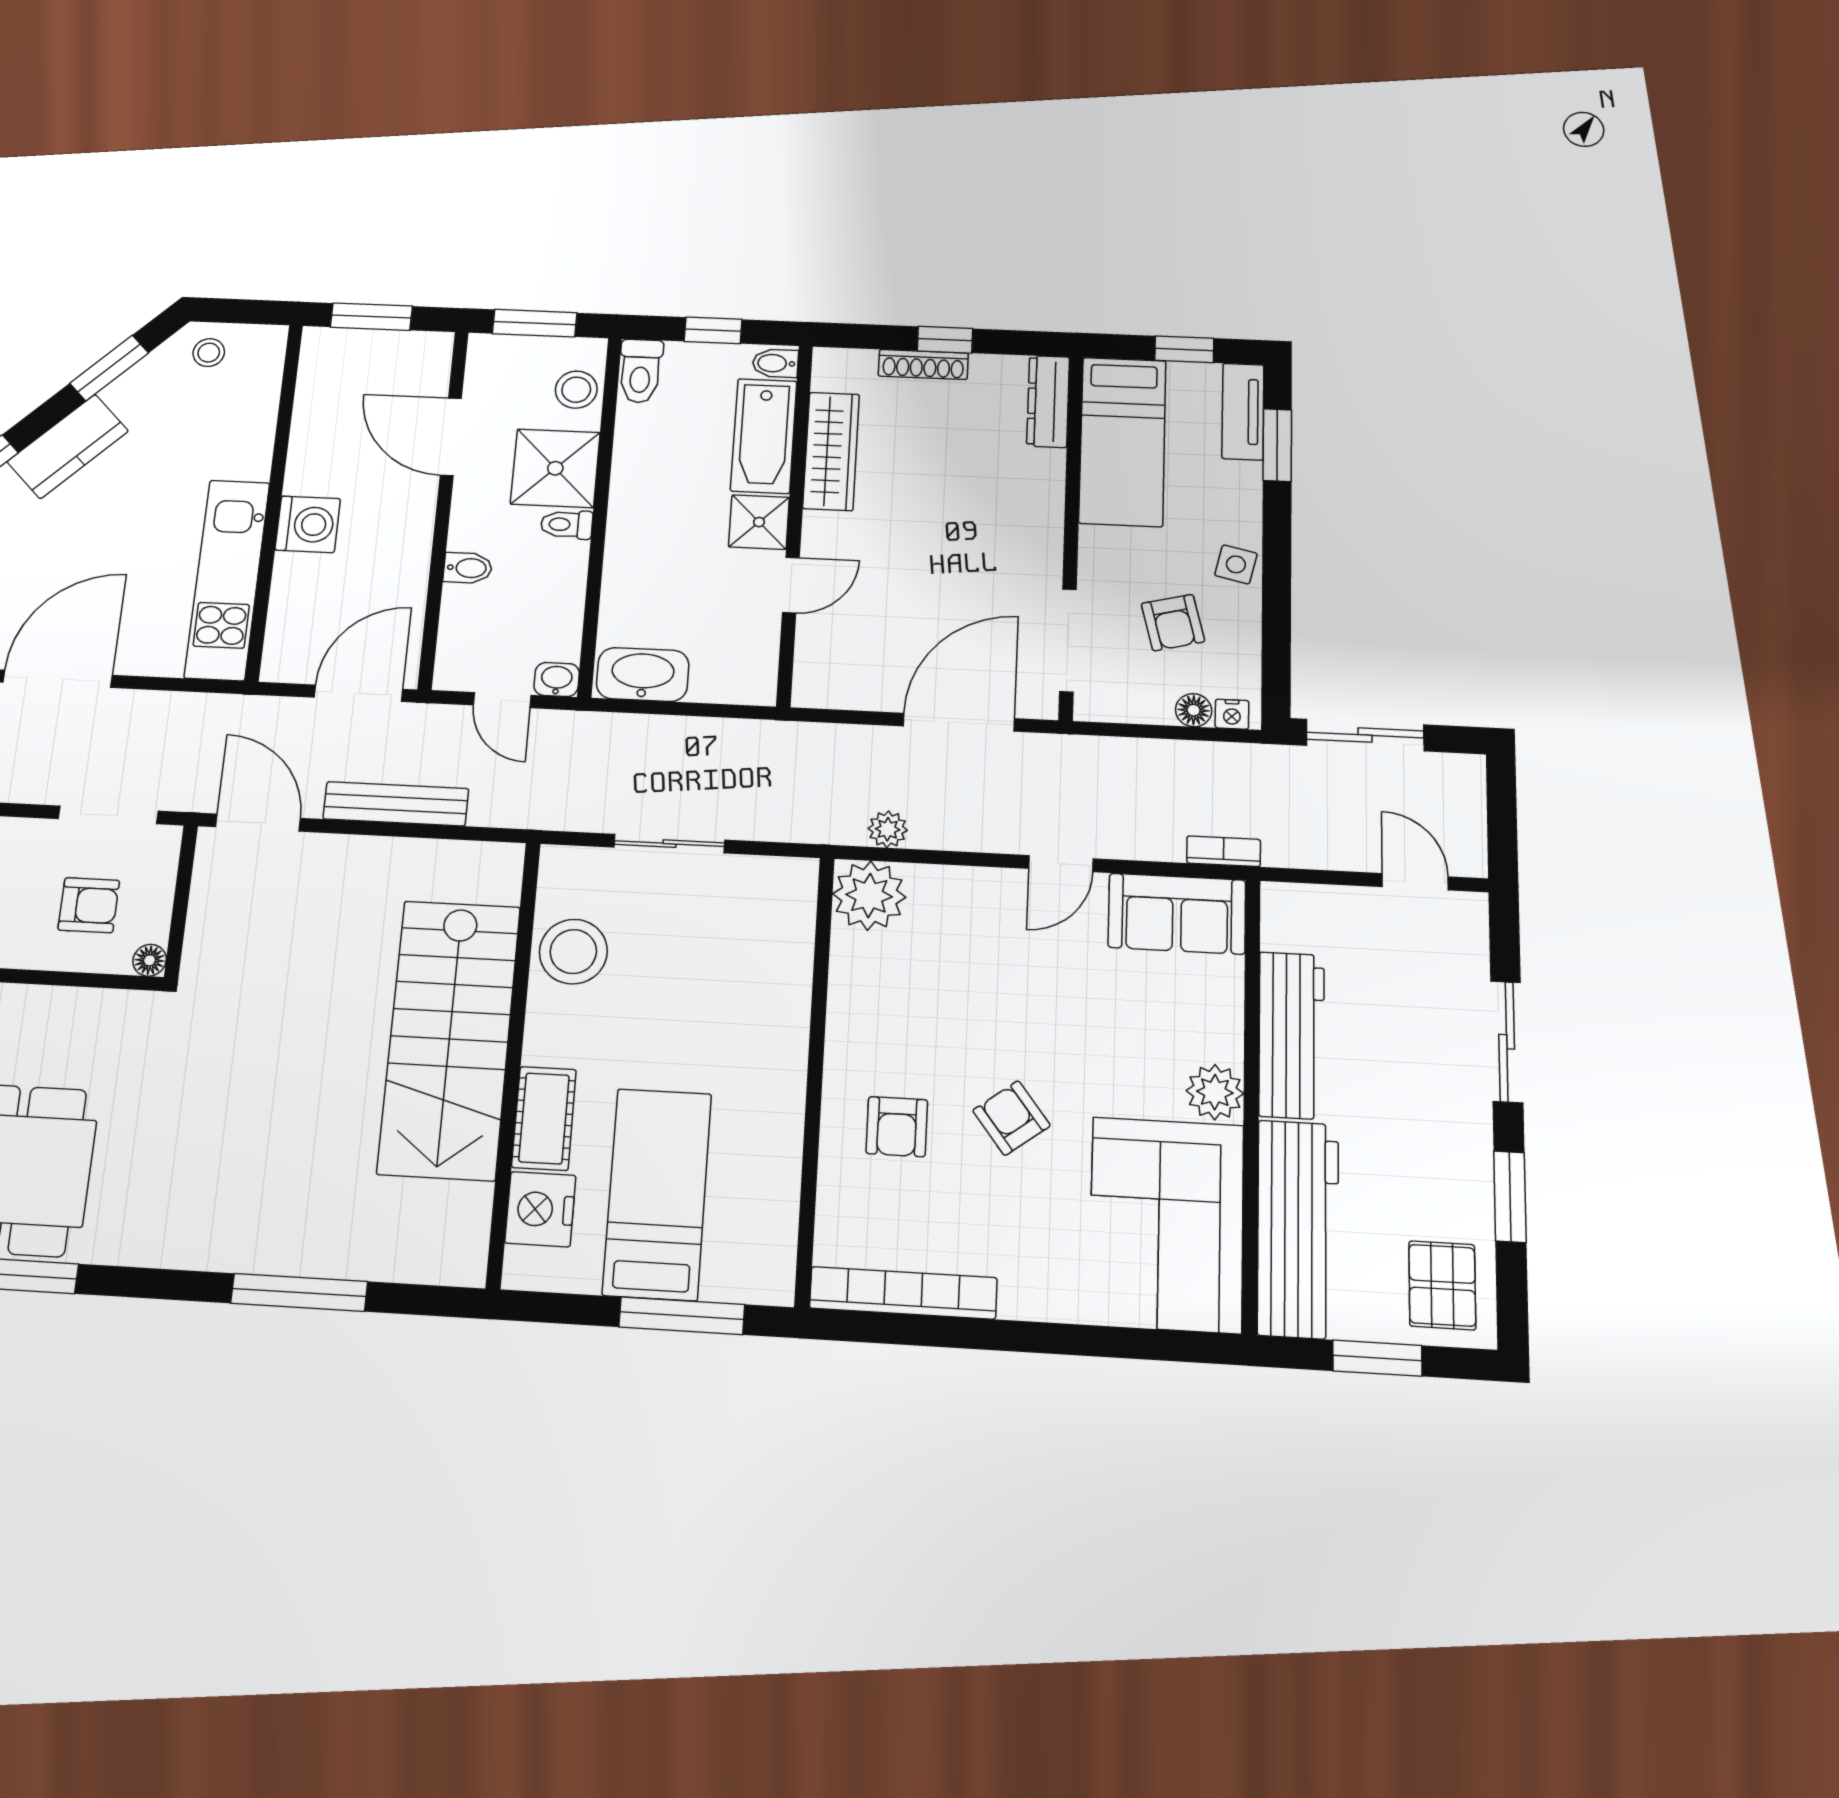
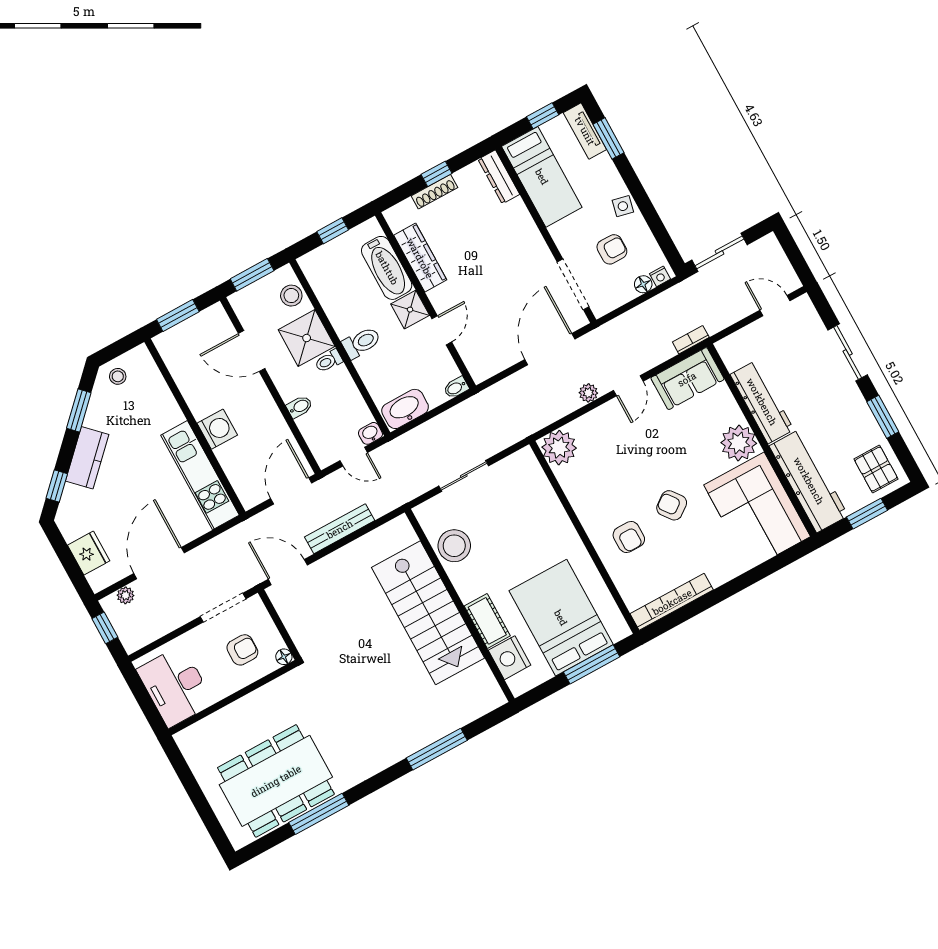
bidet: (775, 363) -> (456, 388), moved
toilet: (640, 371) -> (361, 342), moved, turned -90
armchair: (1173, 623) -> (612, 249), turned -76
plant: (888, 829) -> (588, 393), moved
plant: (1215, 1092) -> (739, 443), width x1.36, depth x1.36
bed: (657, 1194) -> (561, 618), width x1.50

